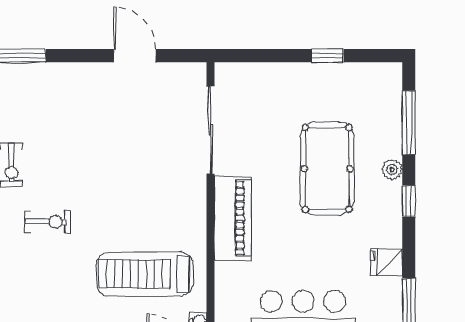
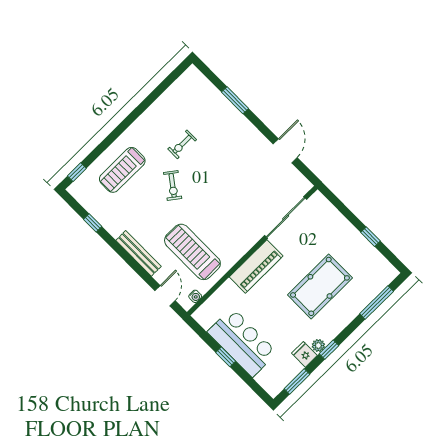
plant: (392, 170) -> (318, 346), moved
window: (409, 201) -> (329, 350), moved
exercise bike: (47, 222) -> (173, 185), turned 37

